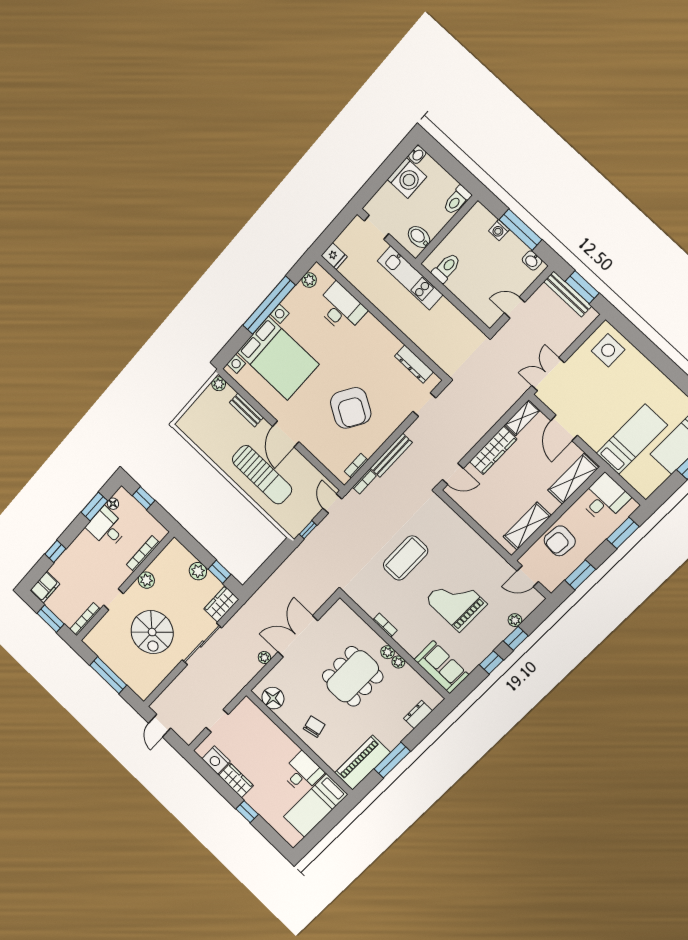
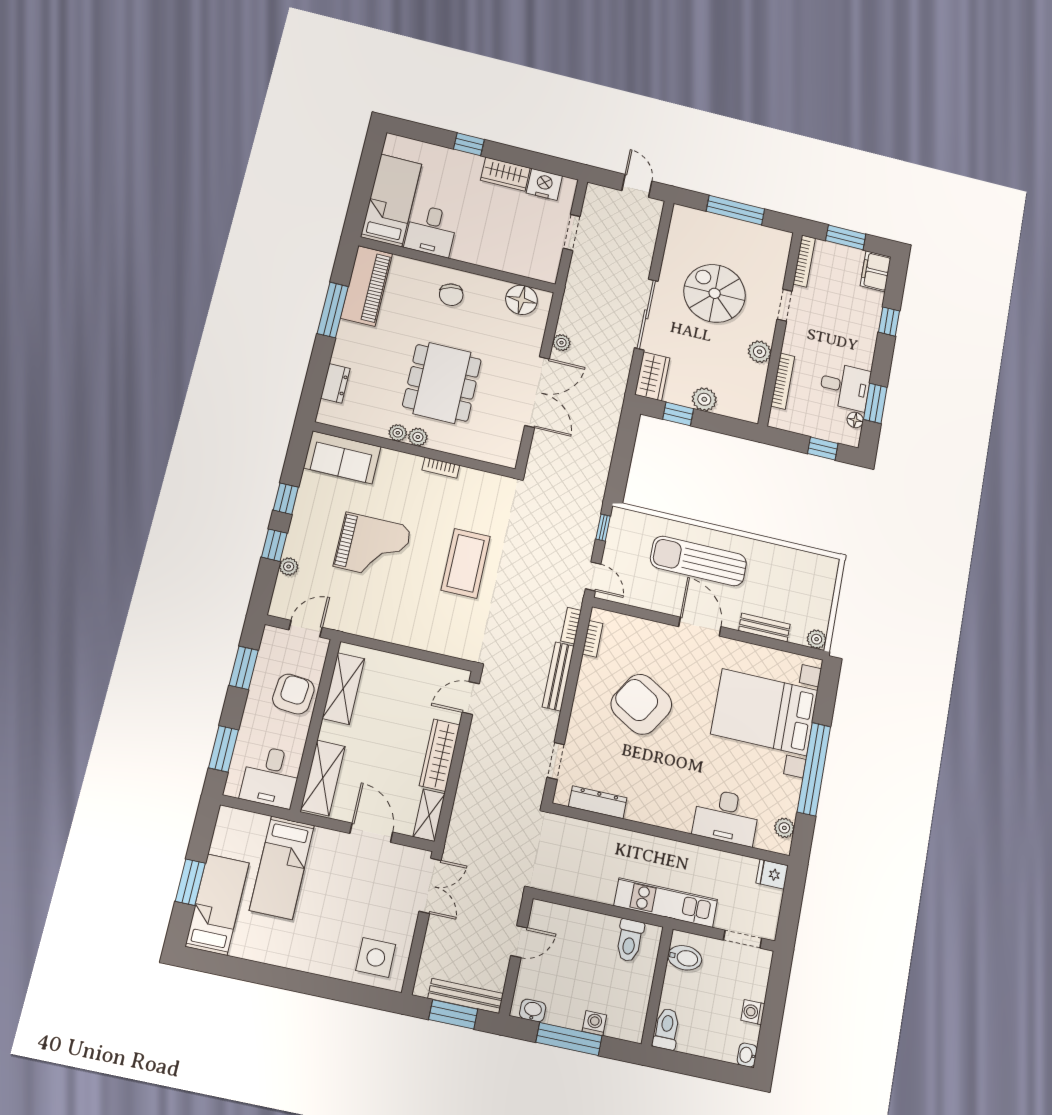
washing machine: (407, 178) -> (753, 1012), width x0.53, depth x0.53

